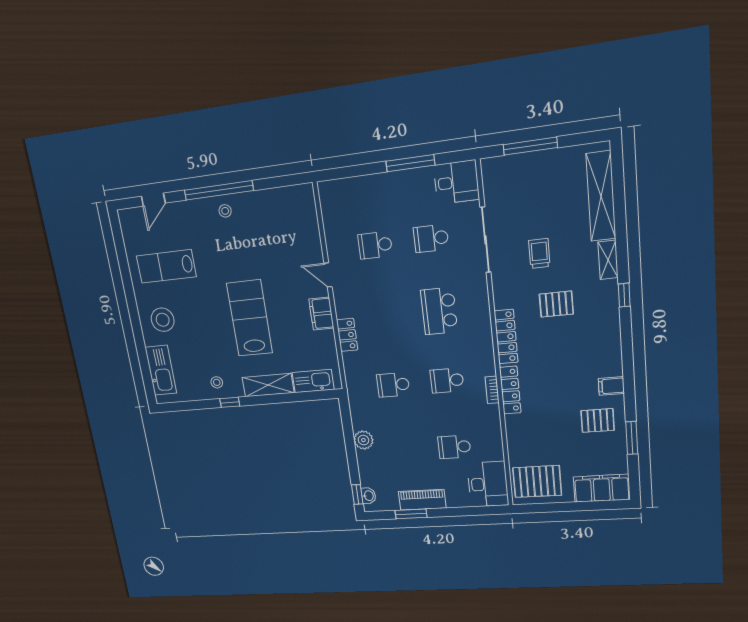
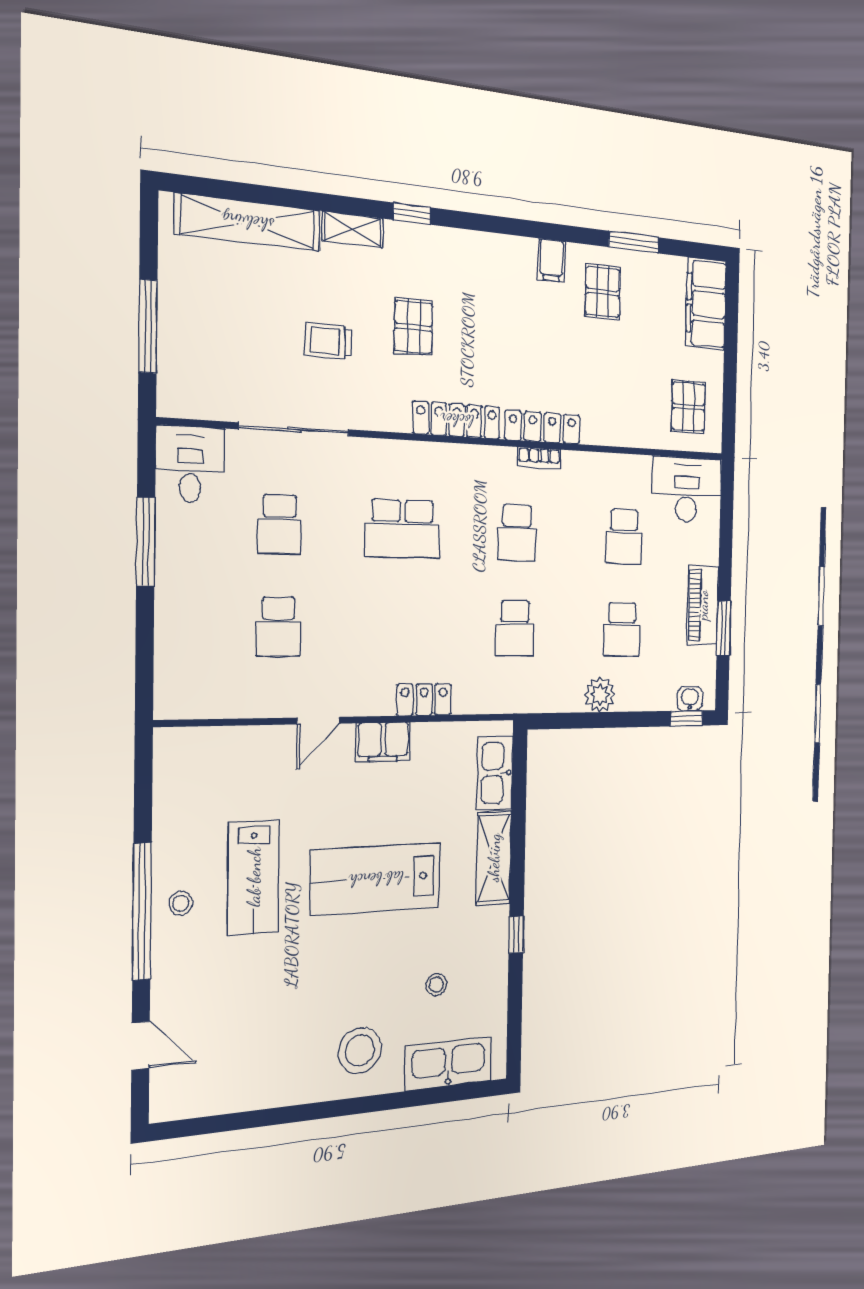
lab bench: (166, 266) -> (254, 877), moved
stool: (217, 382) -> (436, 985), moved
school desk: (402, 450) -> (622, 629), added
pallet: (537, 481) -> (688, 407), width x0.67, depth x0.71

